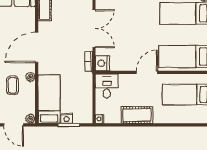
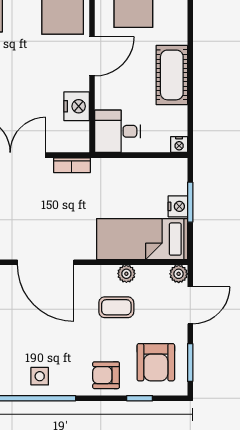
nightstand: (102, 63) -> (77, 106), moved, turned -90
door: (147, 72) -> (92, 56), swing flipped
plant: (30, 77) -> (126, 274), moved

